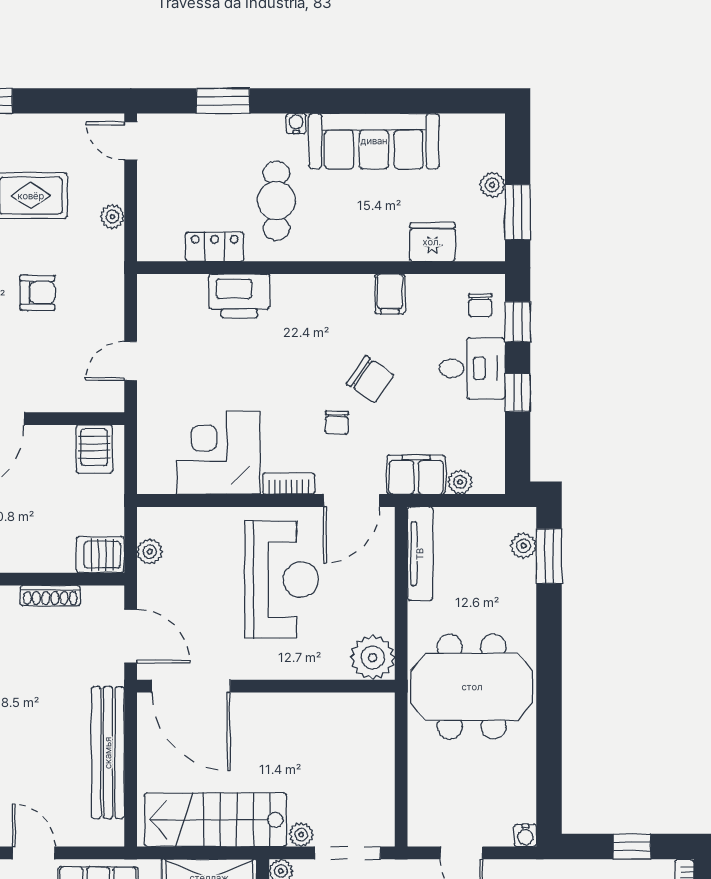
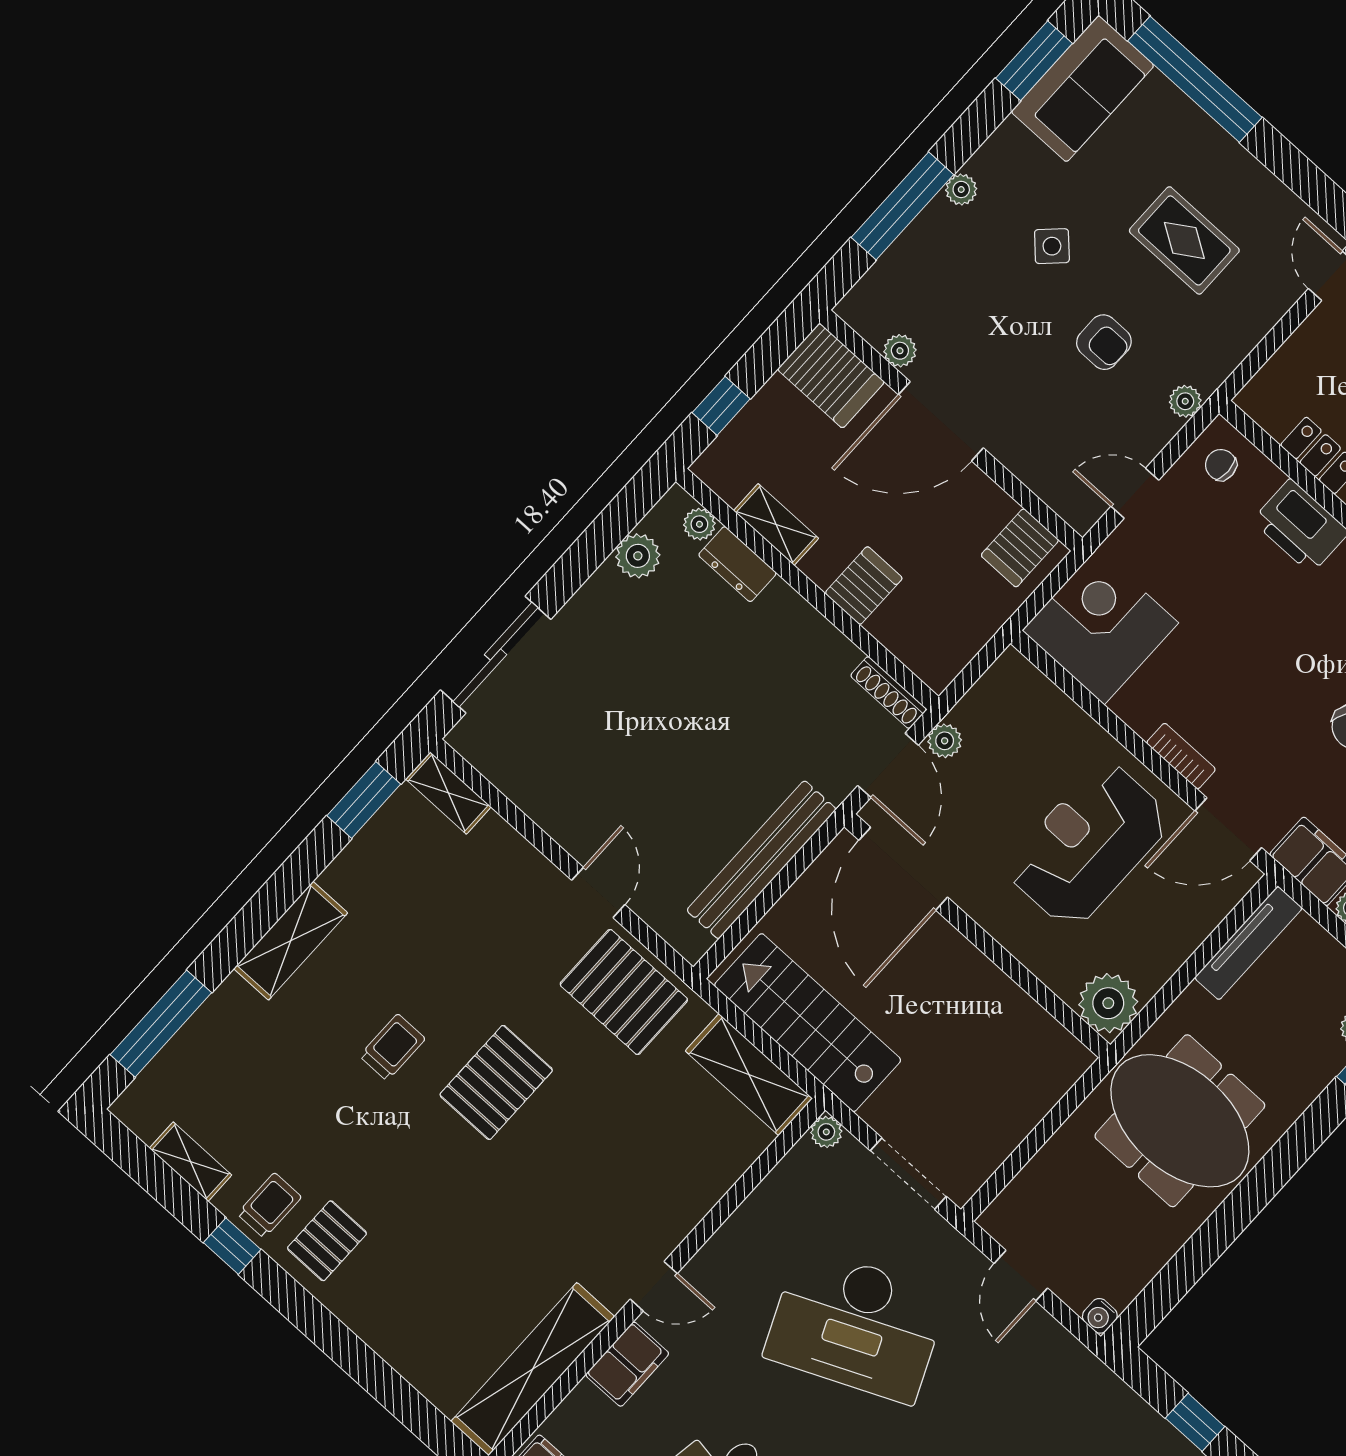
plant: (112, 217) -> (1185, 401), moved
chair: (337, 423) -> (1221, 465), moved, turned 88
corner desk: (218, 452) -> (1100, 627), moved
plant: (150, 552) -> (945, 741), moved
server rack: (100, 555) -> (864, 586), moved, turned 90
reception desk: (282, 579) -> (1088, 845), turned 180
shoe rack: (50, 596) -> (889, 693), moved
plant: (301, 835) -> (879, 1114), removed

